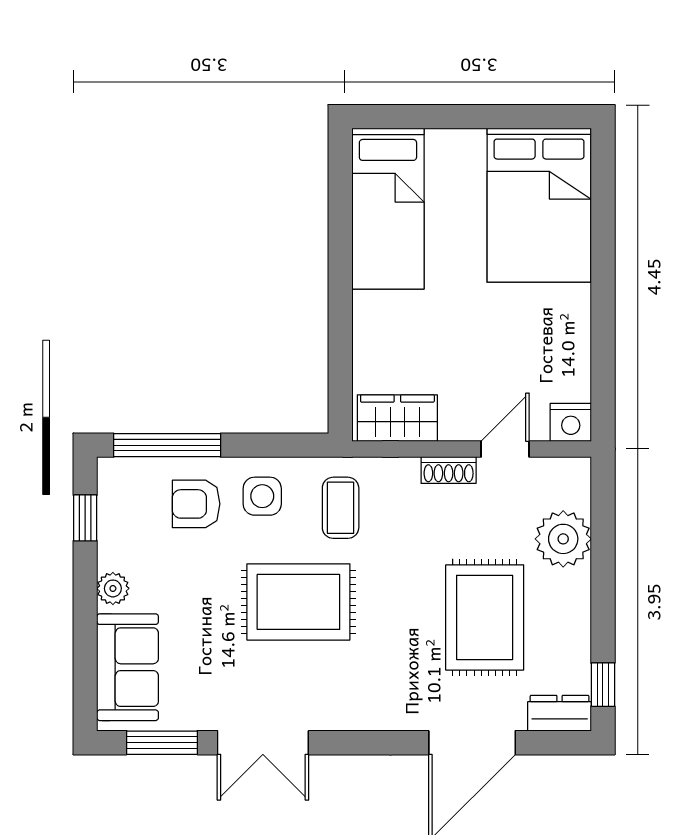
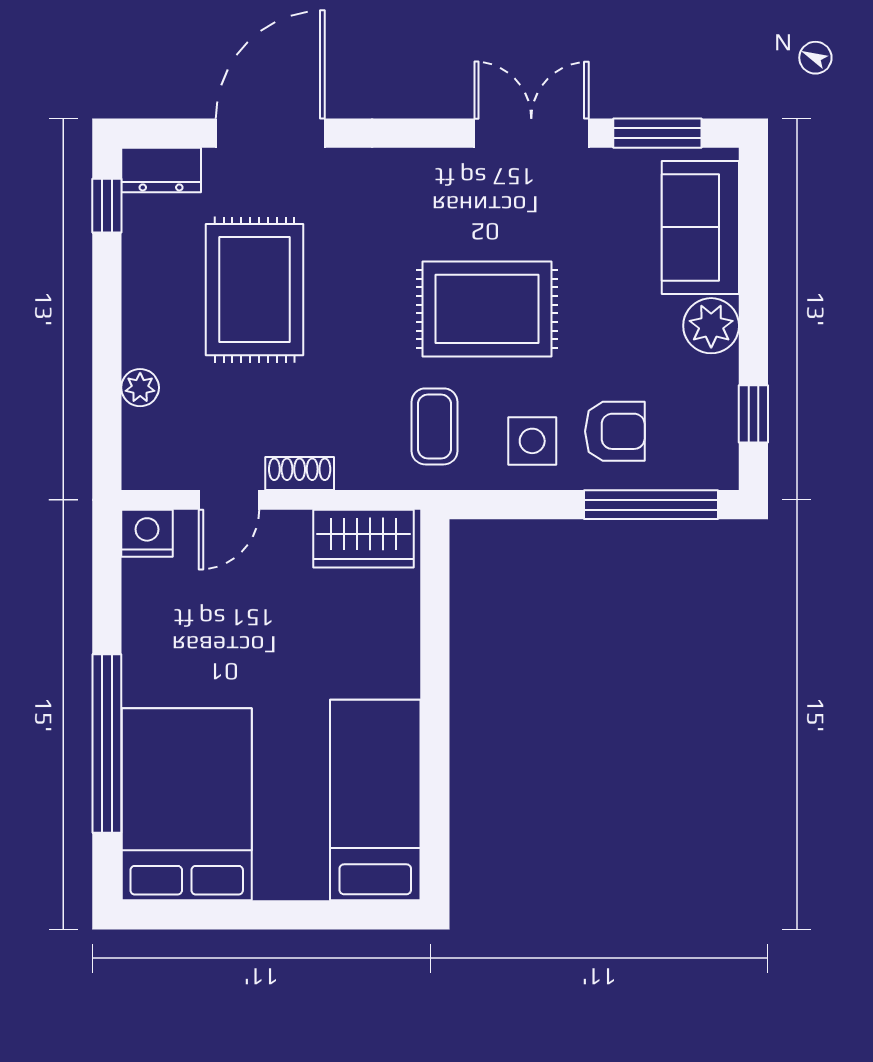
window: (603, 254) -> (107, 743), added
plant: (563, 539) -> (140, 388), width x0.53, depth x0.53
plant: (113, 588) -> (711, 326), width x1.38, depth x1.38

